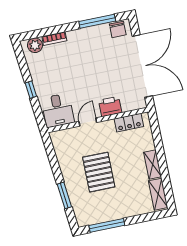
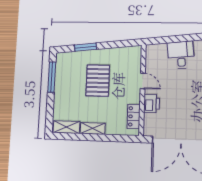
window: (31, 90) -> (182, 38), removed
desk: (58, 110) -> (181, 55), moved, turned 84
pallet: (99, 172) -> (98, 81), turned 90

